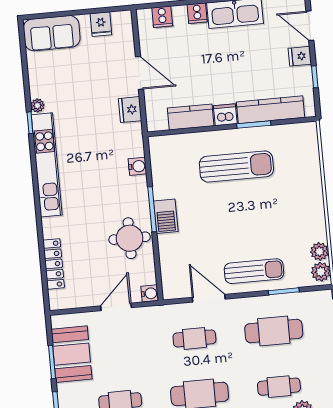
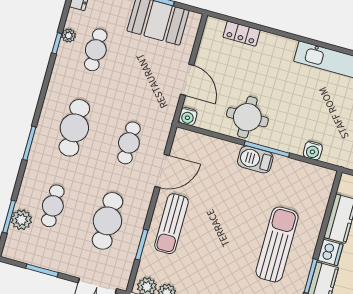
sun lounger: (236, 167) -> (277, 244), turned 180
locker: (54, 264) -> (242, 34), width x0.66

